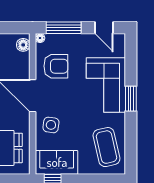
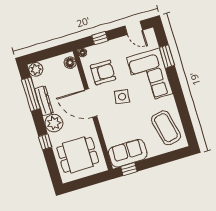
window: (64, 28) -> (100, 38), width x0.46
window: (131, 99) -> (167, 56), moved
side table: (51, 125) -> (122, 97), moved

